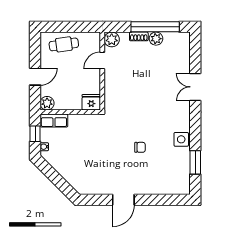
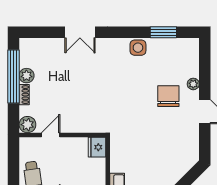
door: (102, 60) -> (51, 135), swing flipped
chair: (140, 147) -> (168, 96), moved, width x1.87, depth x1.87
plant: (148, 189) -> (193, 84), added

